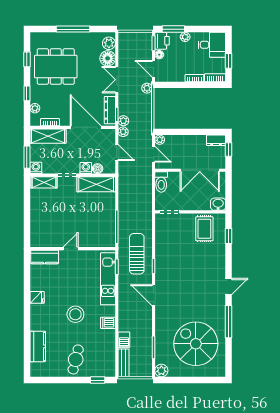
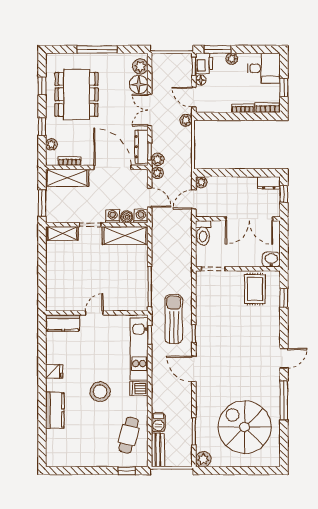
dining table: (56, 67) -> (76, 94), turned 90
door: (153, 154) -> (194, 200), swing flipped
washing machine: (36, 168) -> (141, 216), moved
dishwasher: (108, 323) -> (139, 389), moved
kitchen counter: (38, 346) -> (55, 410), moved
cafe table: (76, 359) -> (129, 435), moved

